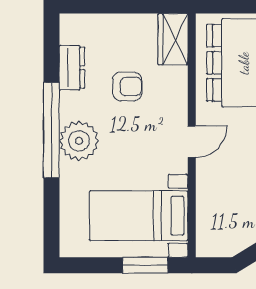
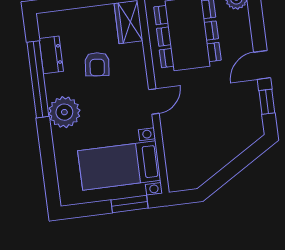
armchair: (127, 87) -> (97, 64), turned 96
window: (51, 130) -> (38, 79), moved

